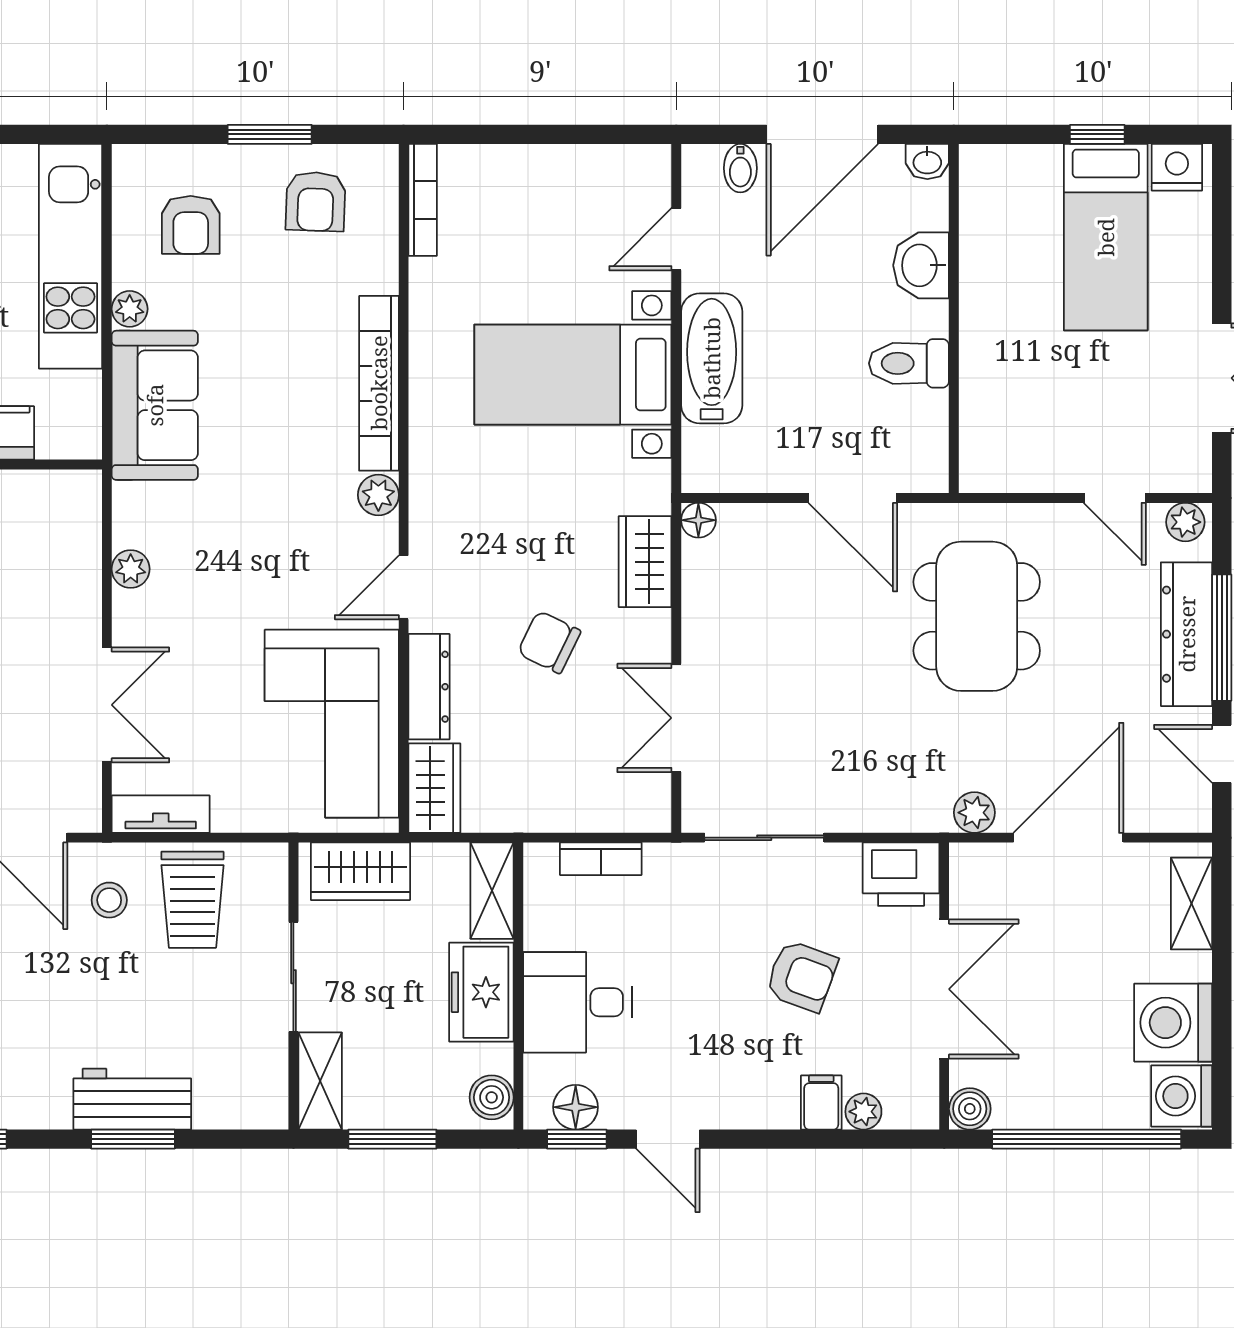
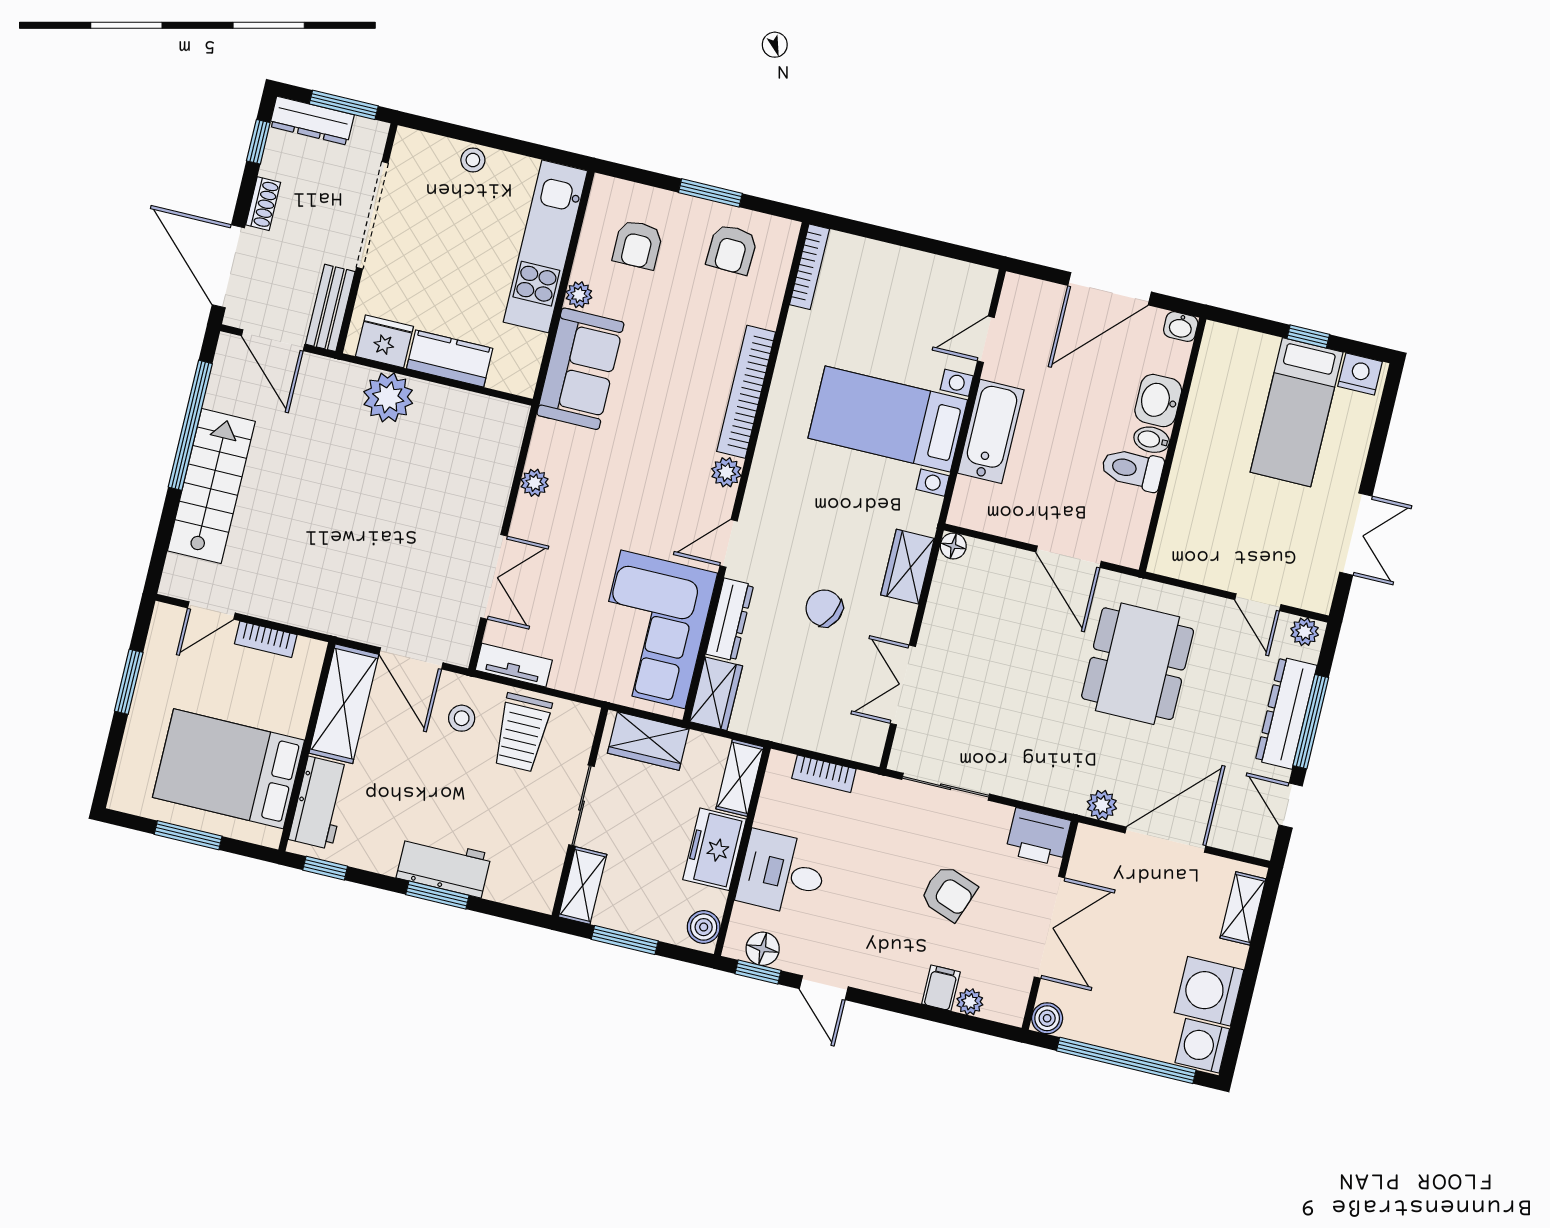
bidet: (740, 168) -> (1152, 440), moved, turned 90

